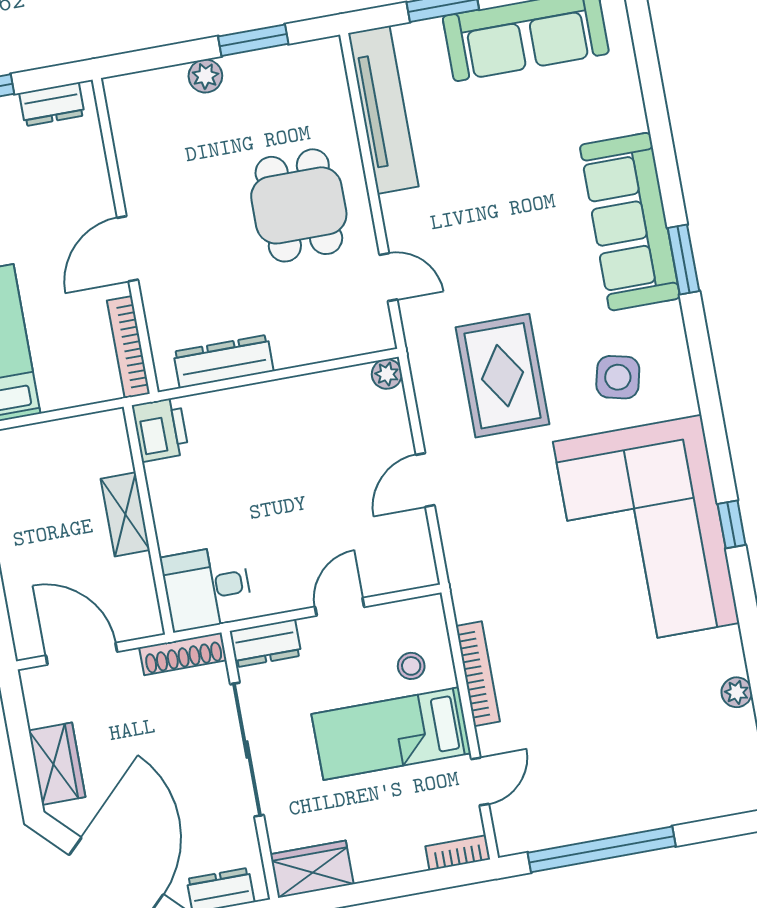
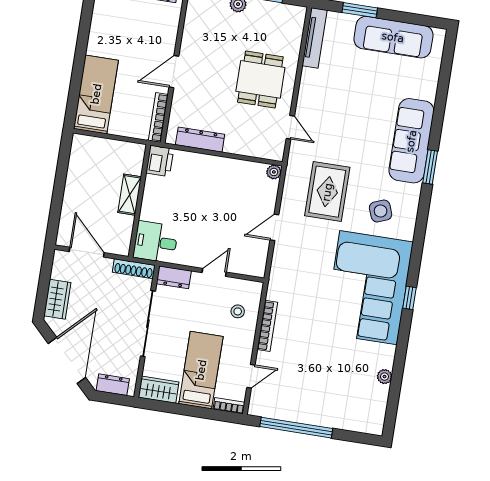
tv unit: (383, 110) -> (315, 38), width x0.73, depth x0.78
side table: (618, 377) -> (381, 211), turned -34
bed: (391, 734) -> (201, 370), moved, turned 90

